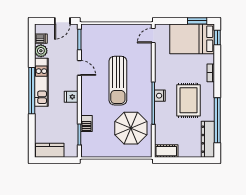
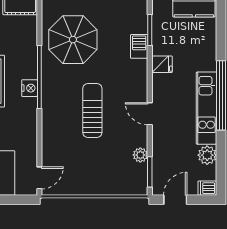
dishwasher: (41, 39) -> (207, 188), moved
plant: (86, 51) -> (140, 155), added
door: (79, 68) -> (150, 114), moved
sun lounger: (118, 81) -> (92, 111), width x0.73, depth x0.75
fridge: (71, 97) -> (162, 64), moved

